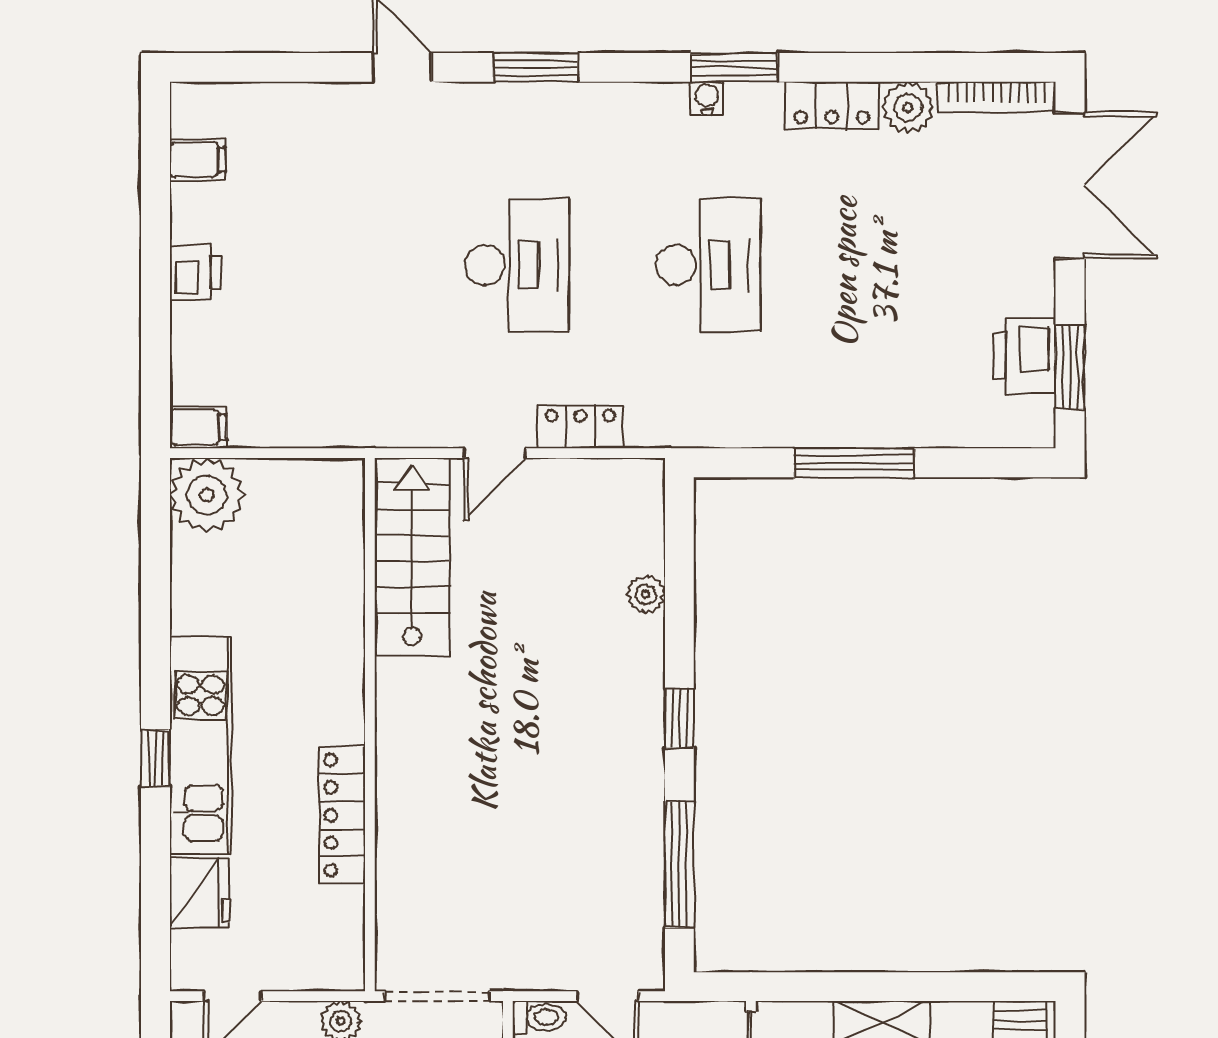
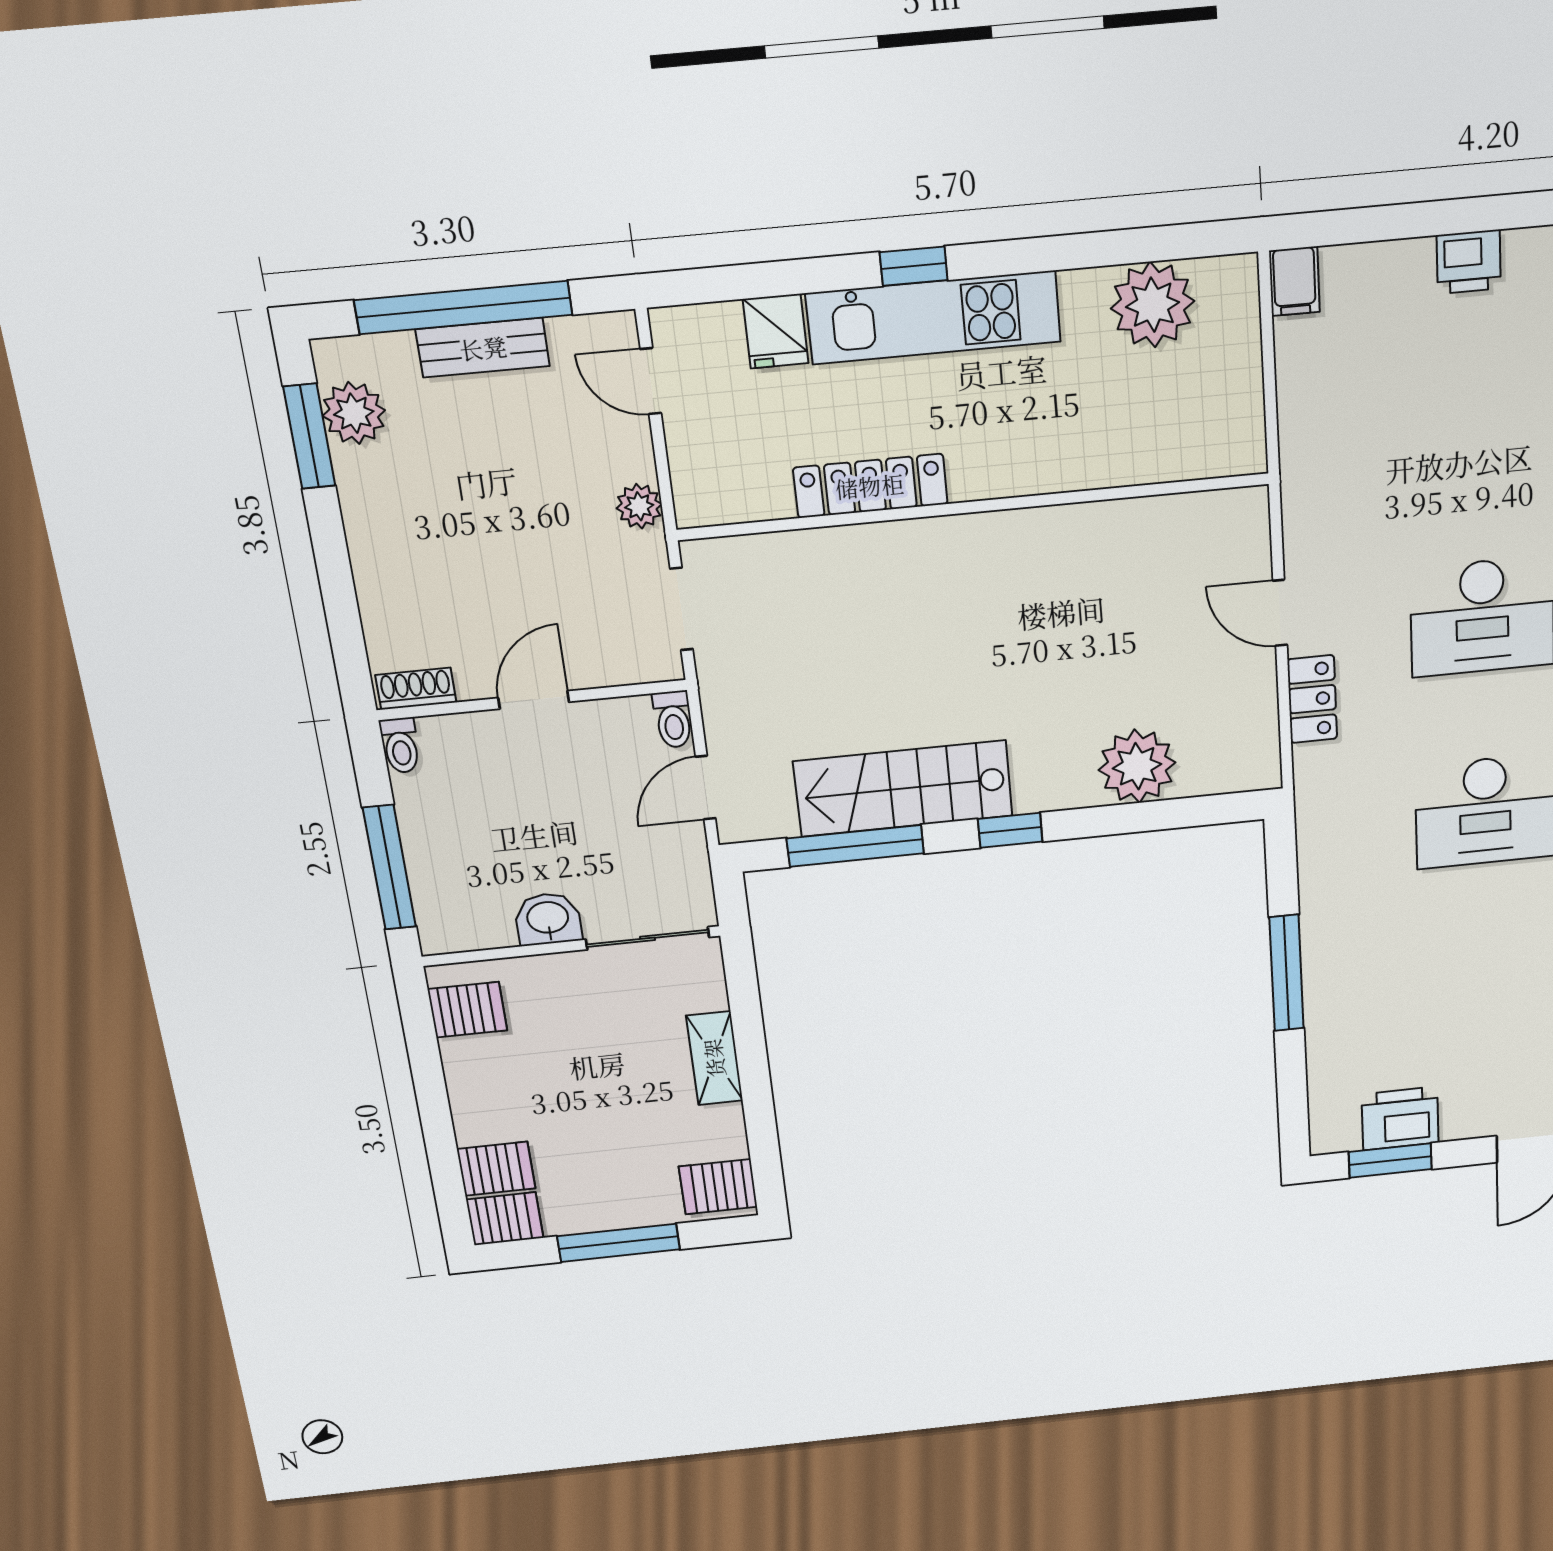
plant: (207, 495) -> (1153, 305), moved
stairs: (412, 557) -> (903, 789), moved, turned 180
plant: (646, 594) -> (1137, 766), width x1.88, depth x1.88
fridge: (200, 893) -> (776, 331), width x0.72
doorway: (437, 996) -> (681, 609), width x0.73

